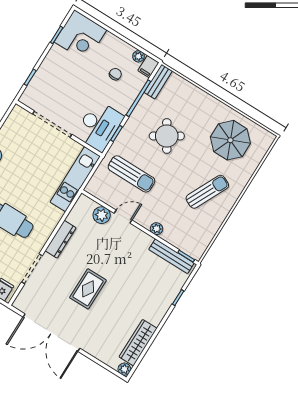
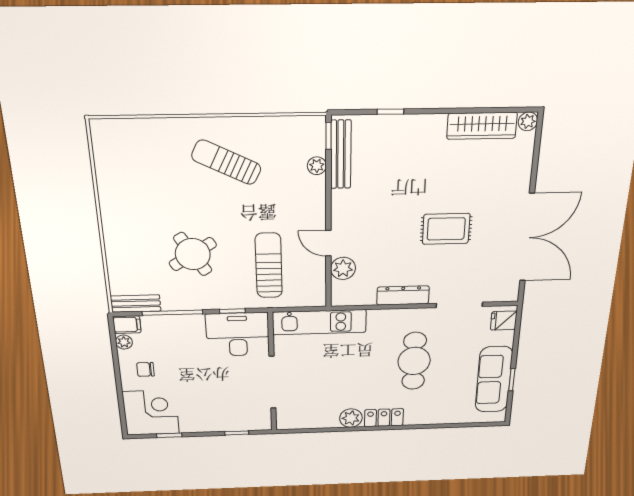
chair: (115, 74) -> (145, 369), moved
parasol: (230, 140) -> (140, 175), removed
plant: (157, 229) -> (317, 166), moved

